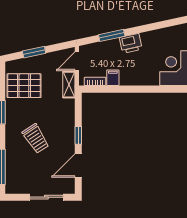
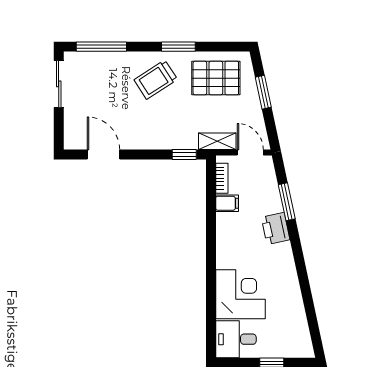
pallet: (24, 86) -> (216, 78), turned 90
window: (78, 135) -> (184, 155), moved
trolley: (36, 139) -> (156, 80), moved
sliding door: (46, 197) -> (59, 84), moved

